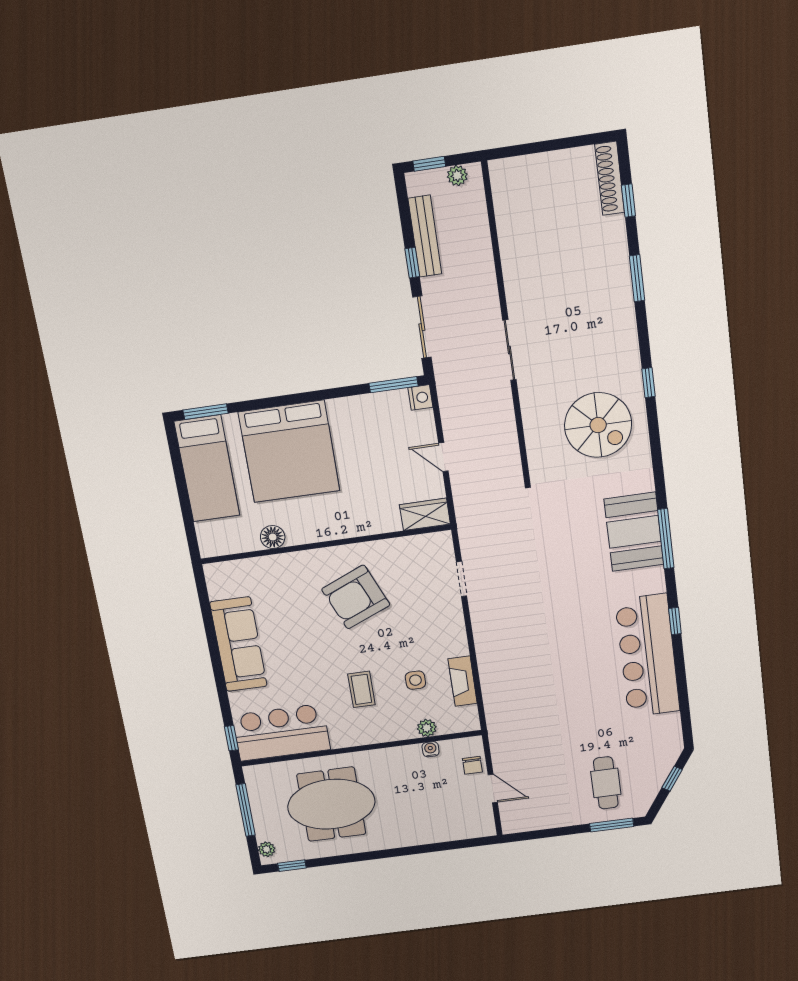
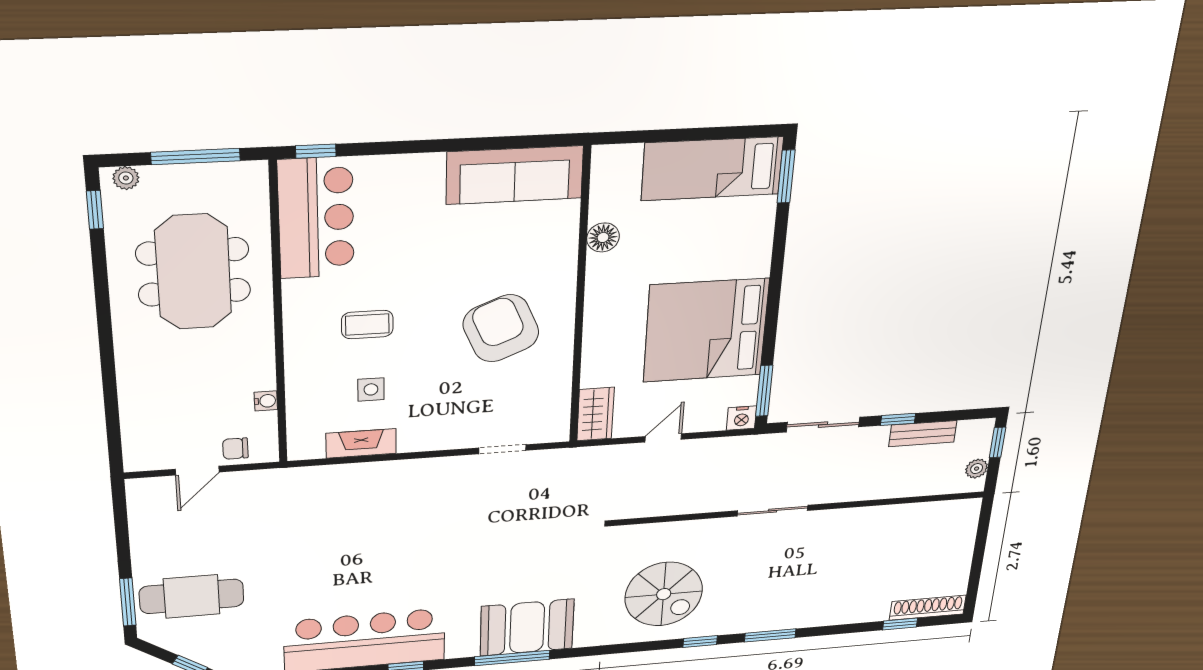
bench: (425, 236) -> (923, 434), width x0.73
window: (637, 278) -> (770, 635), moved
spiral stairs: (598, 425) -> (664, 594), turned -90
bed: (289, 452) -> (706, 330), moved
sofa: (238, 644) -> (515, 175), moved
plant: (427, 728) -> (299, 398), removed
cafe table: (606, 783) -> (192, 596), width x1.37, depth x1.35

